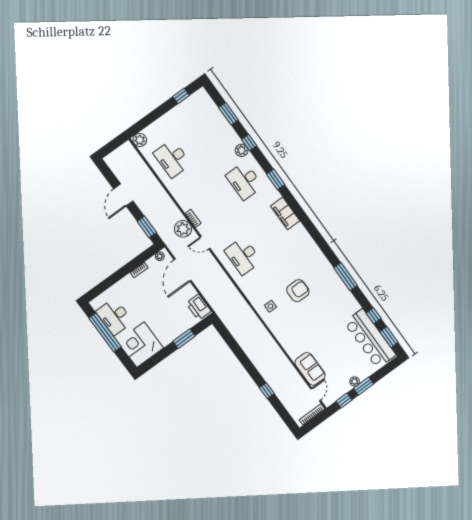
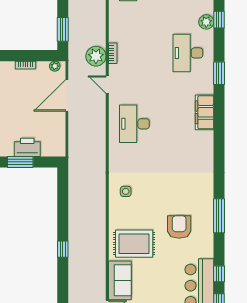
armchair: (298, 291) -> (179, 227), moved, turned -90
printer: (199, 307) -> (27, 147), moved, turned 90
rug: (302, 337) -> (134, 244), added
window: (267, 391) -> (63, 249), moved

